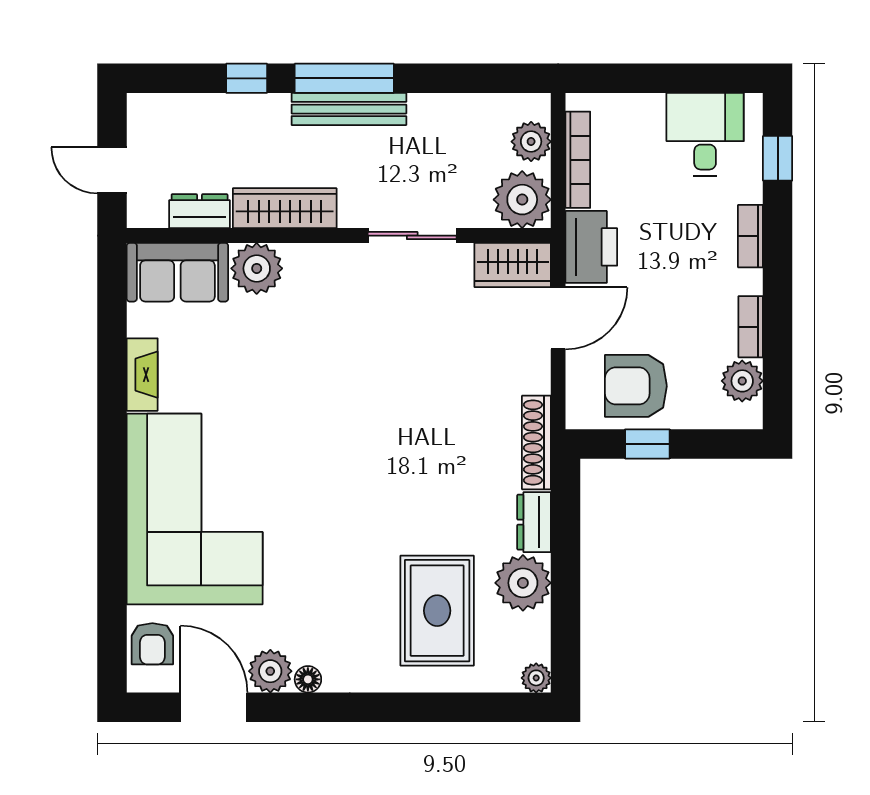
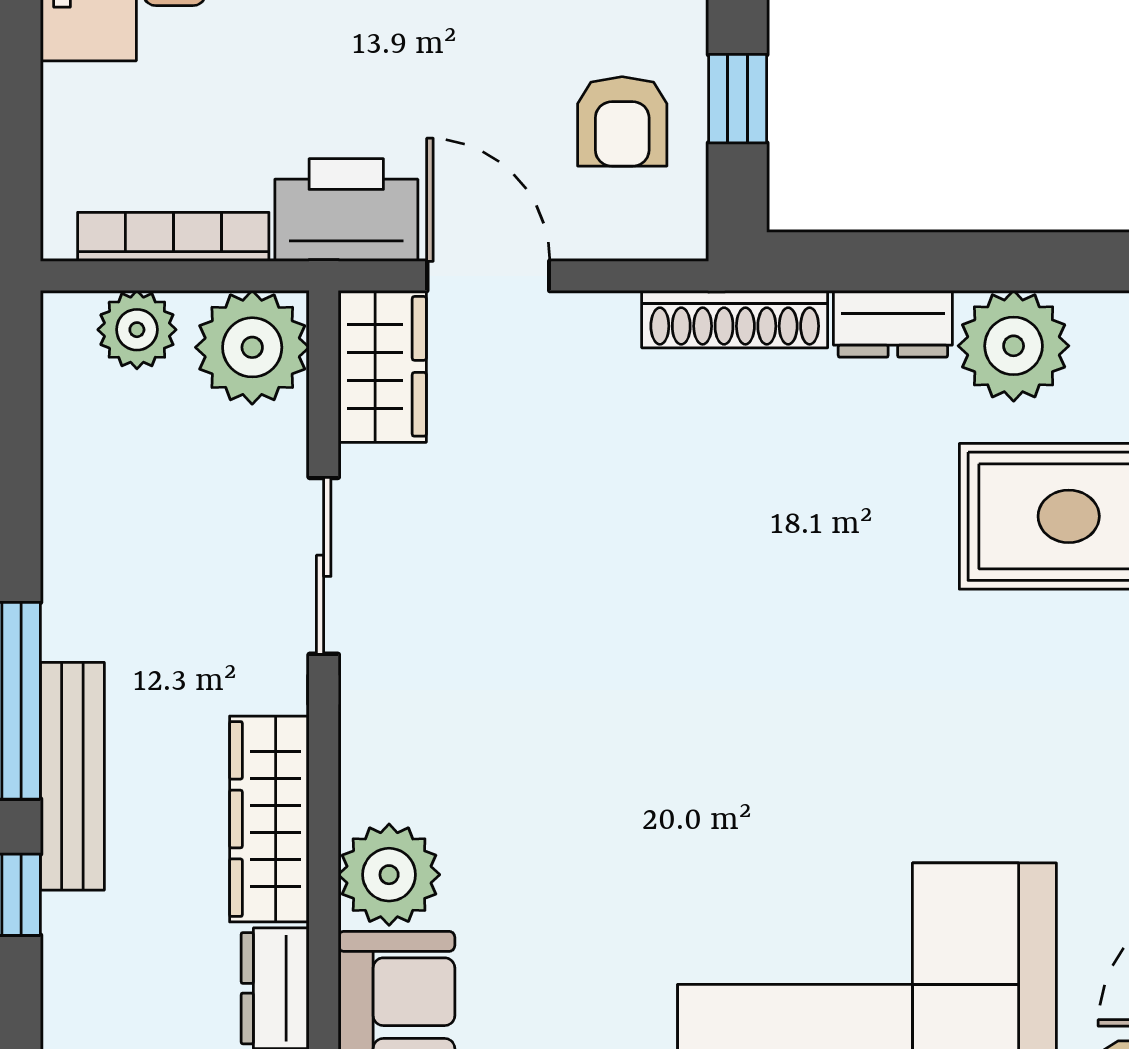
bench: (349, 109) -> (72, 776), moved
armchair: (636, 386) -> (622, 121), width x0.72, depth x0.72

